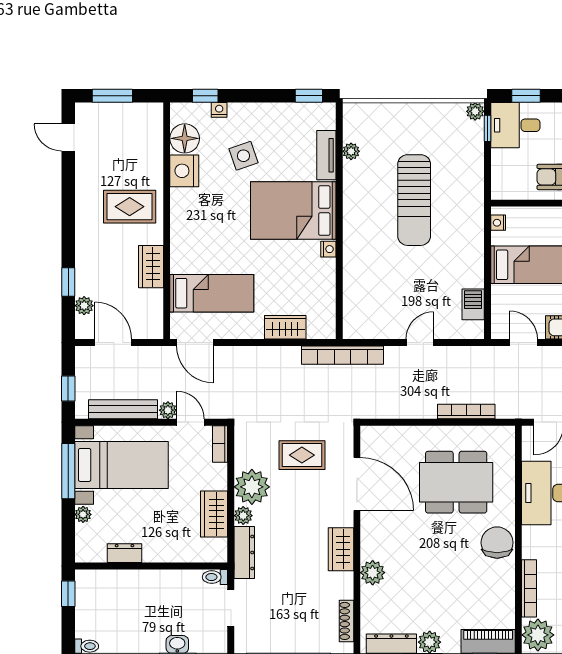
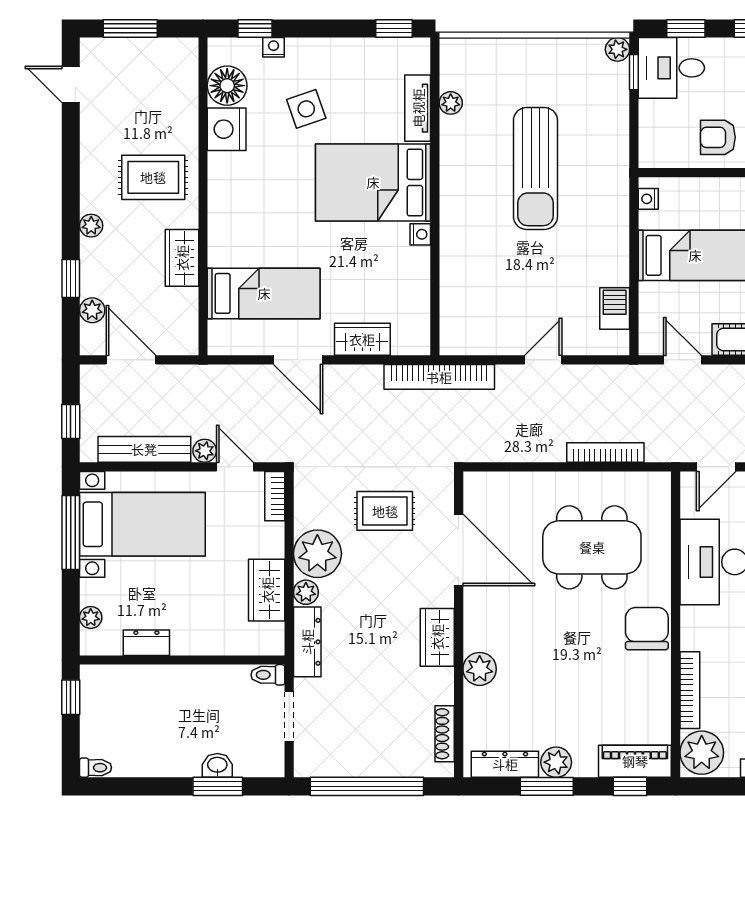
plant: (83, 243) -> (91, 226), added
door: (195, 343) -> (298, 360), moved
plant: (83, 514) -> (91, 617), moved

